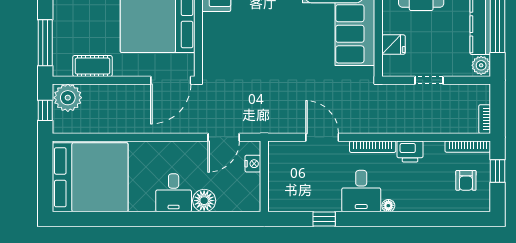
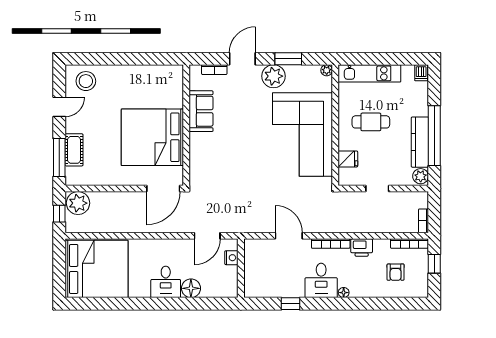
cot: (92, 66) -> (74, 150), moved, turned 90
armchair: (466, 180) -> (396, 272), moved

